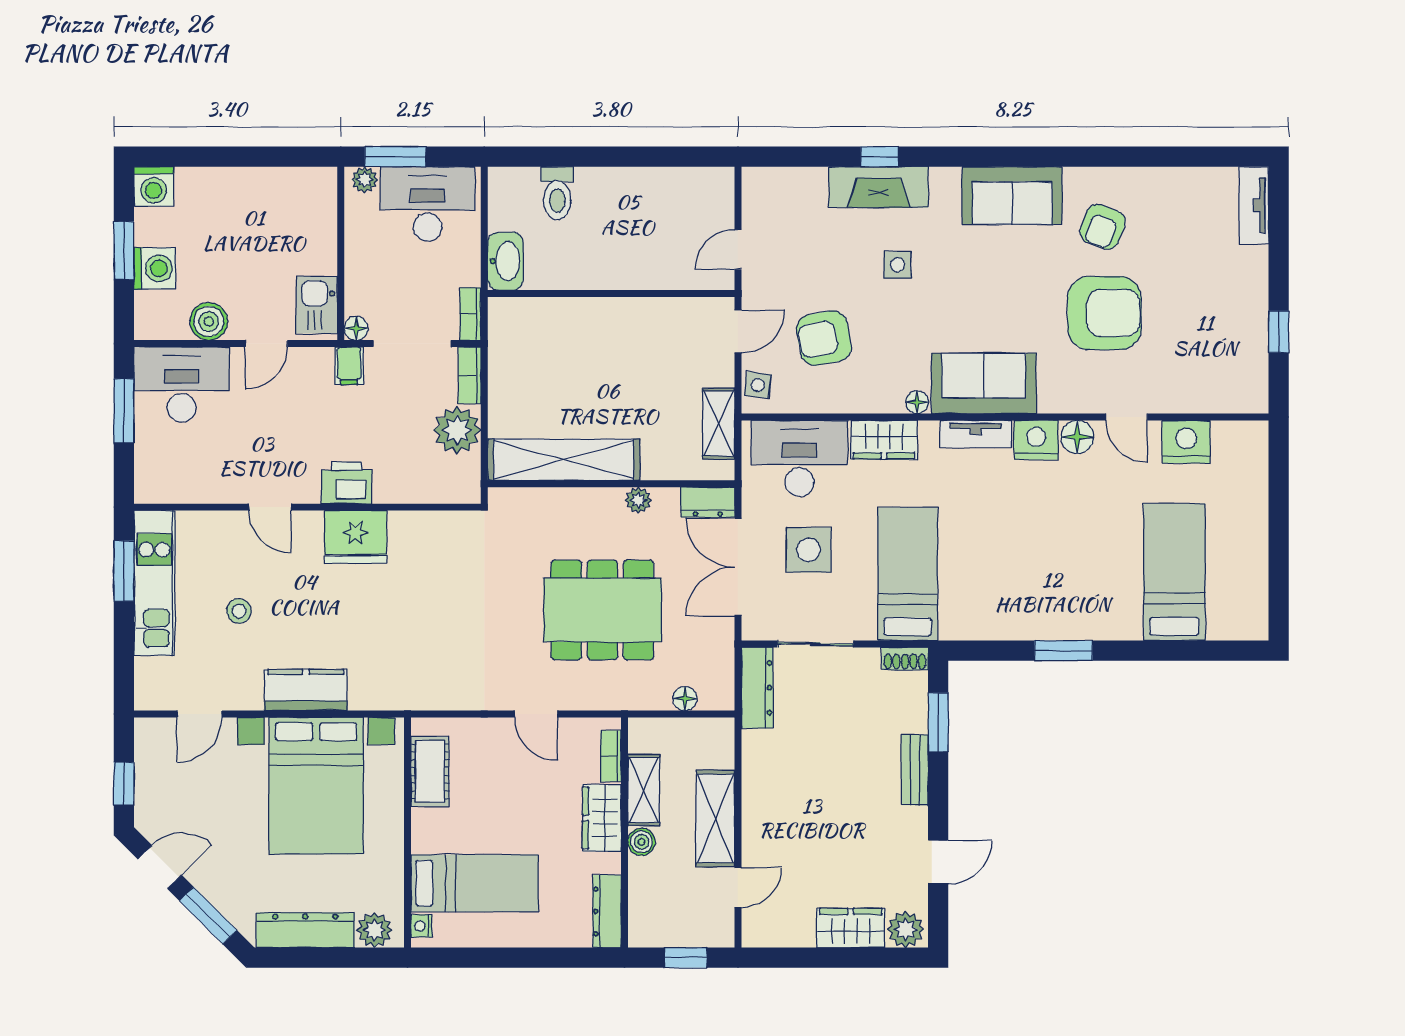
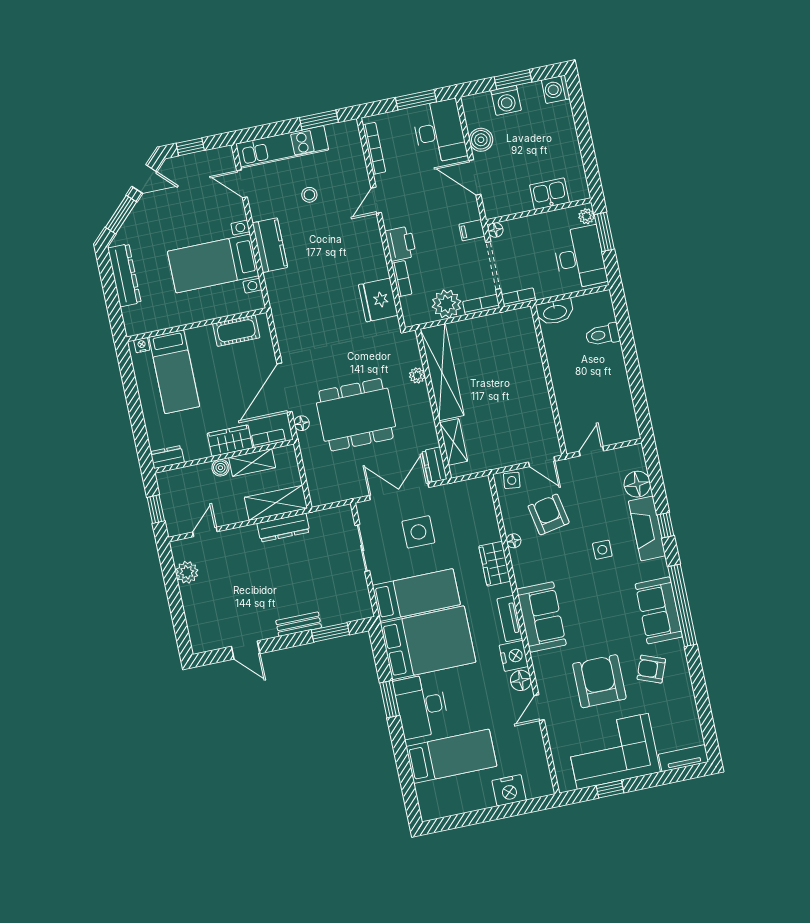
window: (1012, 157) -> (682, 605), added
floor lamp: (805, 188) -> (637, 484), added
door: (738, 249) -> (591, 451), hinge flipped
kitchen sink: (317, 305) -> (549, 194), moved
armchair: (1104, 313) -> (599, 681), turned 180
corner sofa: (1220, 315) -> (613, 751), added
door: (266, 344) -> (475, 177), width x1.38
floor lamp: (917, 402) -> (514, 541), moved
shelving: (719, 424) -> (454, 442), moved, turned 90
nightstand: (1186, 442) -> (509, 790), moved, turned 90
desk: (799, 458) -> (421, 706), moved, turned 180
bookcase: (187, 493) -> (374, 148), added
bookcase: (402, 493) -> (402, 279), added
plant: (638, 500) -> (417, 375), moved
fridge: (356, 537) -> (378, 300), moved
bed: (987, 571) -> (428, 643), added
kitchen unit: (154, 583) -> (282, 147), moved
dining table: (602, 610) -> (356, 415), turned 90
shoe rack: (905, 659) -> (365, 604), removed
dresser: (757, 688) -> (283, 528), moved
floor lamp: (685, 699) -> (302, 423), moved
door: (536, 714) -> (285, 388), width x1.88
bed with nightstands: (316, 786) -> (213, 264), width x0.73
shelving: (715, 818) -> (276, 503), moved
door: (160, 867) -> (144, 179), hinge flipped
door: (738, 888) -> (205, 532), swing flipped
dresser: (607, 911) -> (167, 457), width x0.70
wardrobe: (851, 928) -> (195, 605), removed
plant: (906, 929) -> (187, 572), moved
plant: (375, 930) -> (133, 317), removed

